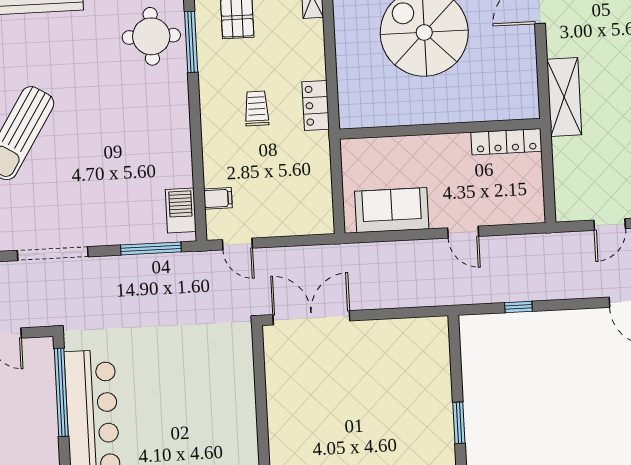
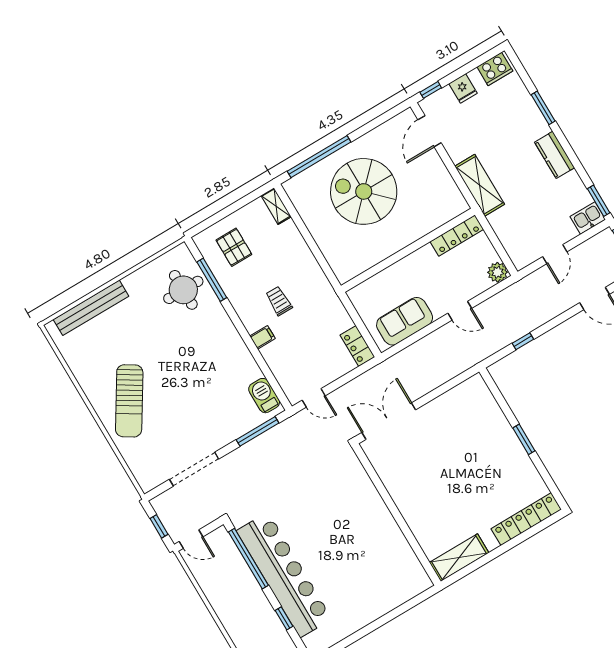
locker: (316, 105) -> (357, 346), moved
filing cabinet: (218, 198) -> (262, 337), moved
plant: (531, 210) -> (498, 272), added

